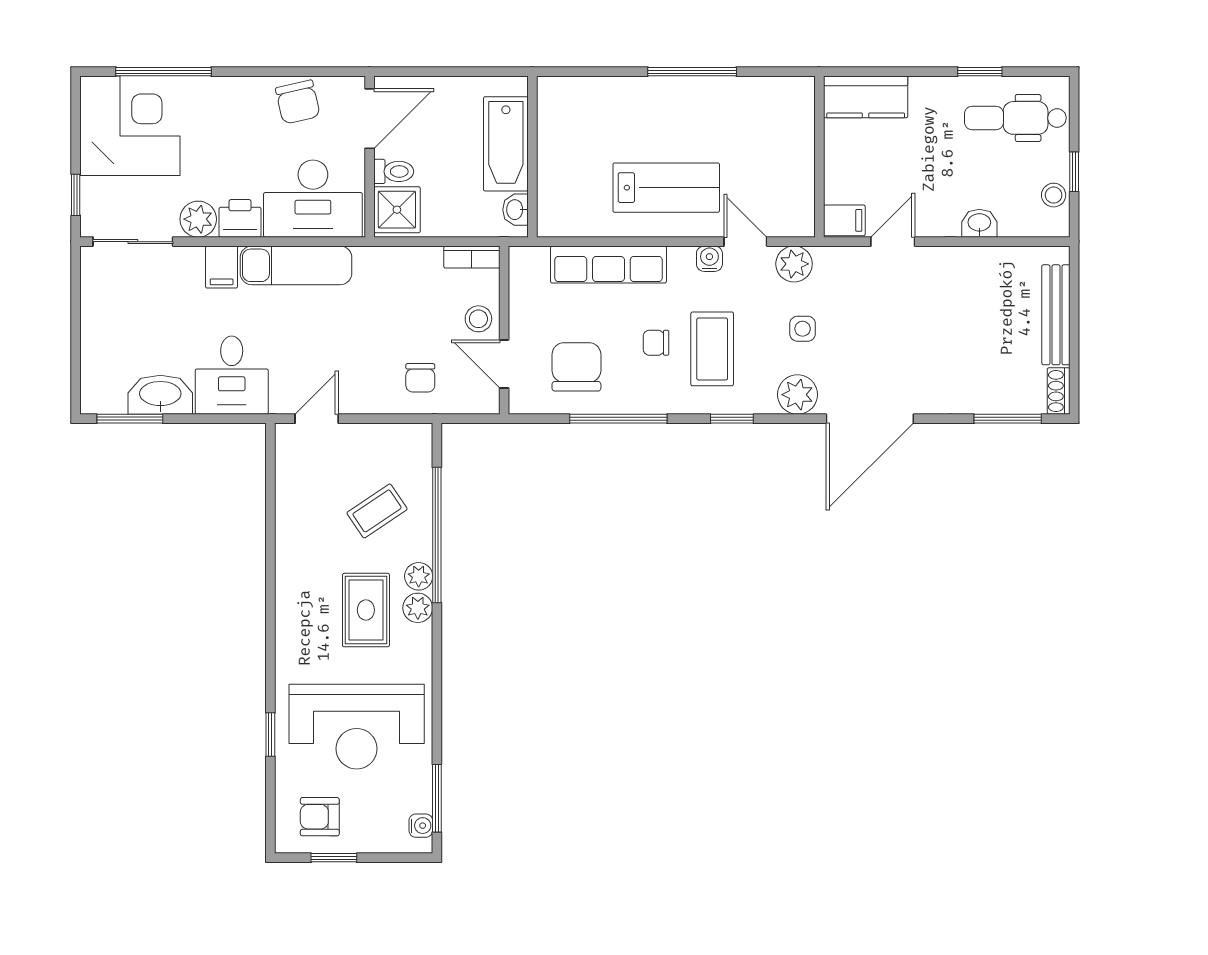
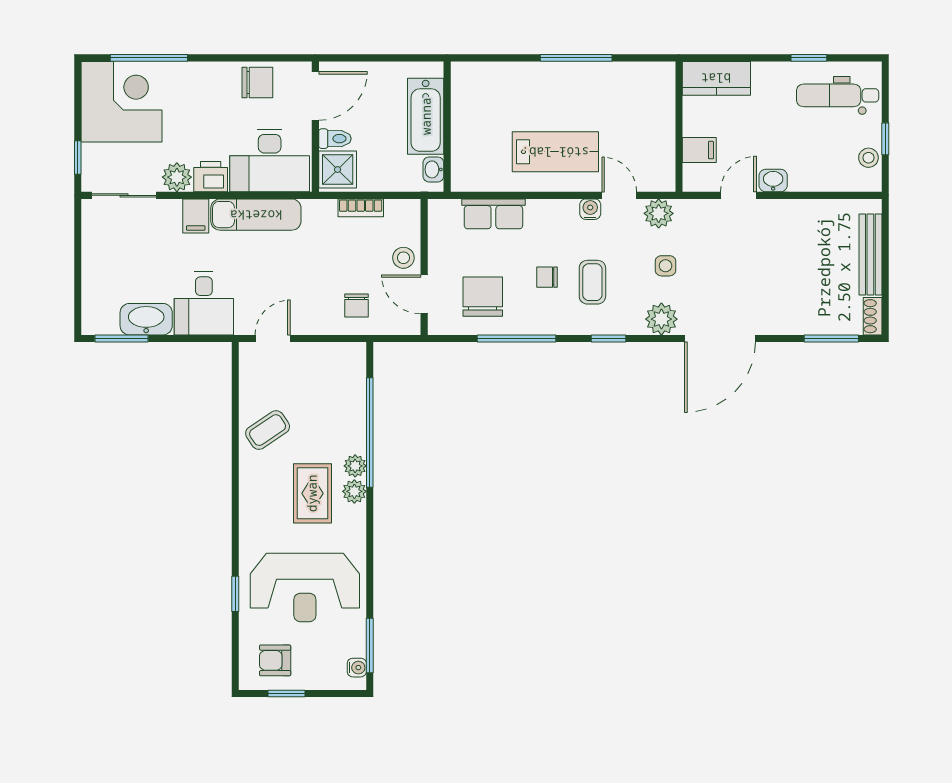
chair: (298, 102) -> (257, 82), turned -77
filing cabinet: (844, 220) -> (699, 150), moved
washbasin: (979, 223) -> (773, 180), moved
bookcase: (472, 257) -> (361, 208), moved
row of seats: (608, 265) -> (493, 214), width x0.68
coffee table: (712, 349) -> (592, 282), width x0.73, depth x0.77
coffee table: (377, 511) -> (268, 430), moved

